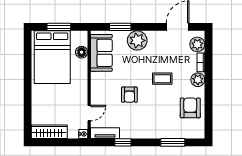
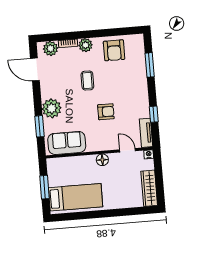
floor lamp: (82, 52) -> (102, 160), moved
bed: (52, 57) -> (76, 197), width x0.67
armchair: (190, 108) -> (114, 50), turned -90

